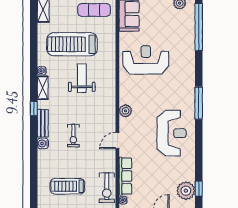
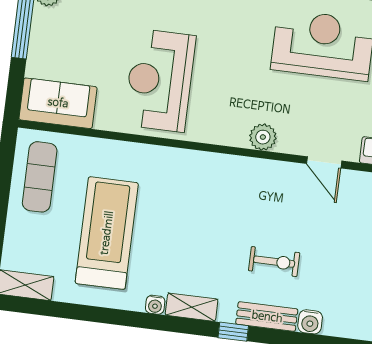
treadmill: (72, 44) -> (107, 233), turned 180
weight bench: (82, 78) -> (182, 221), removed
exercise bike: (73, 136) -> (274, 262), moved

